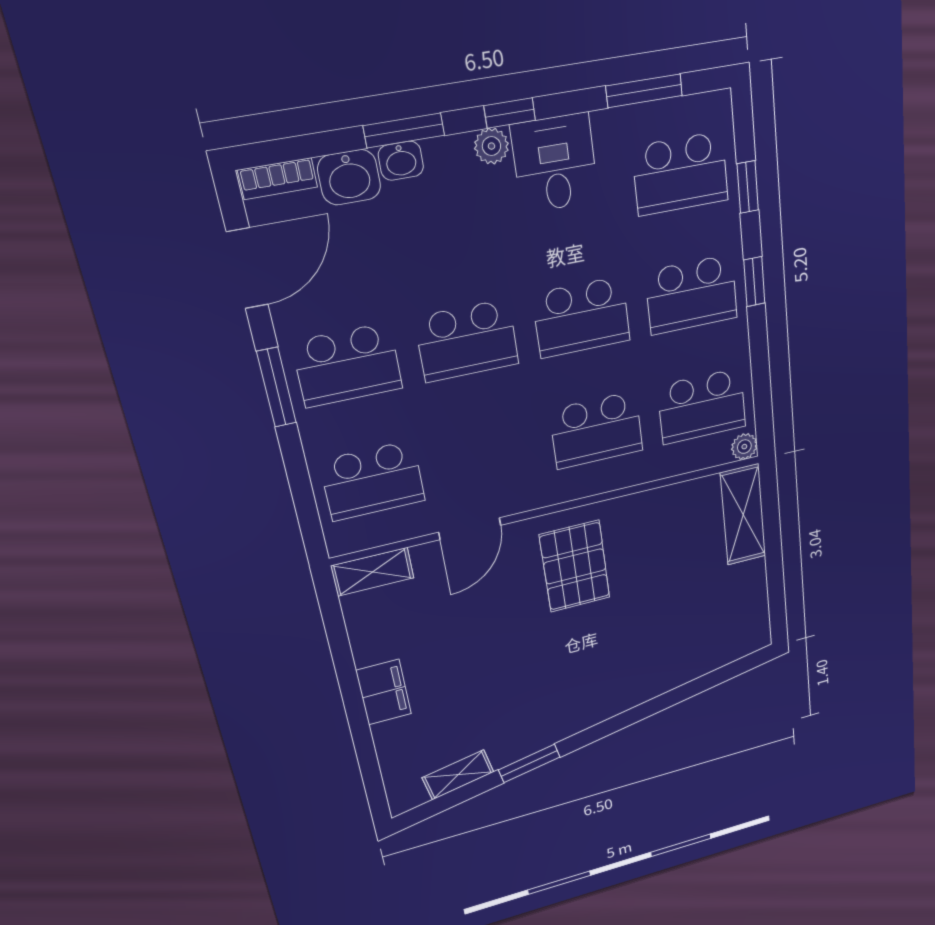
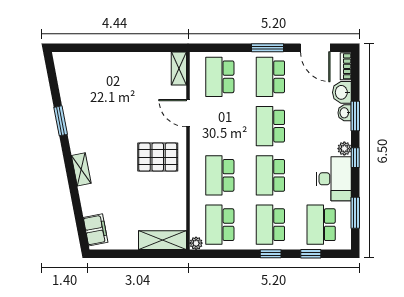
desk: (555, 163) -> (334, 179), width x1.37
filing cabinet: (384, 692) -> (96, 230), moved, turned -101
shelving: (458, 775) -> (81, 169), moved

